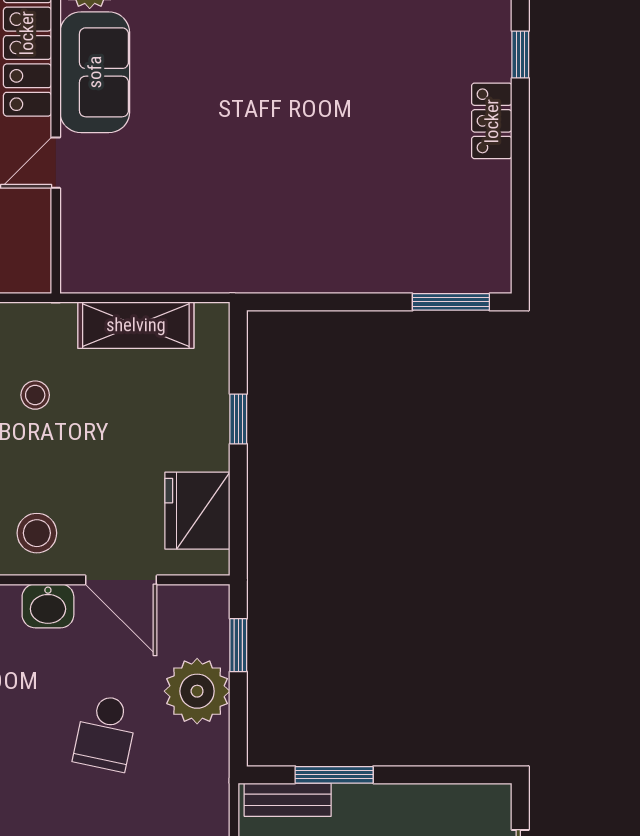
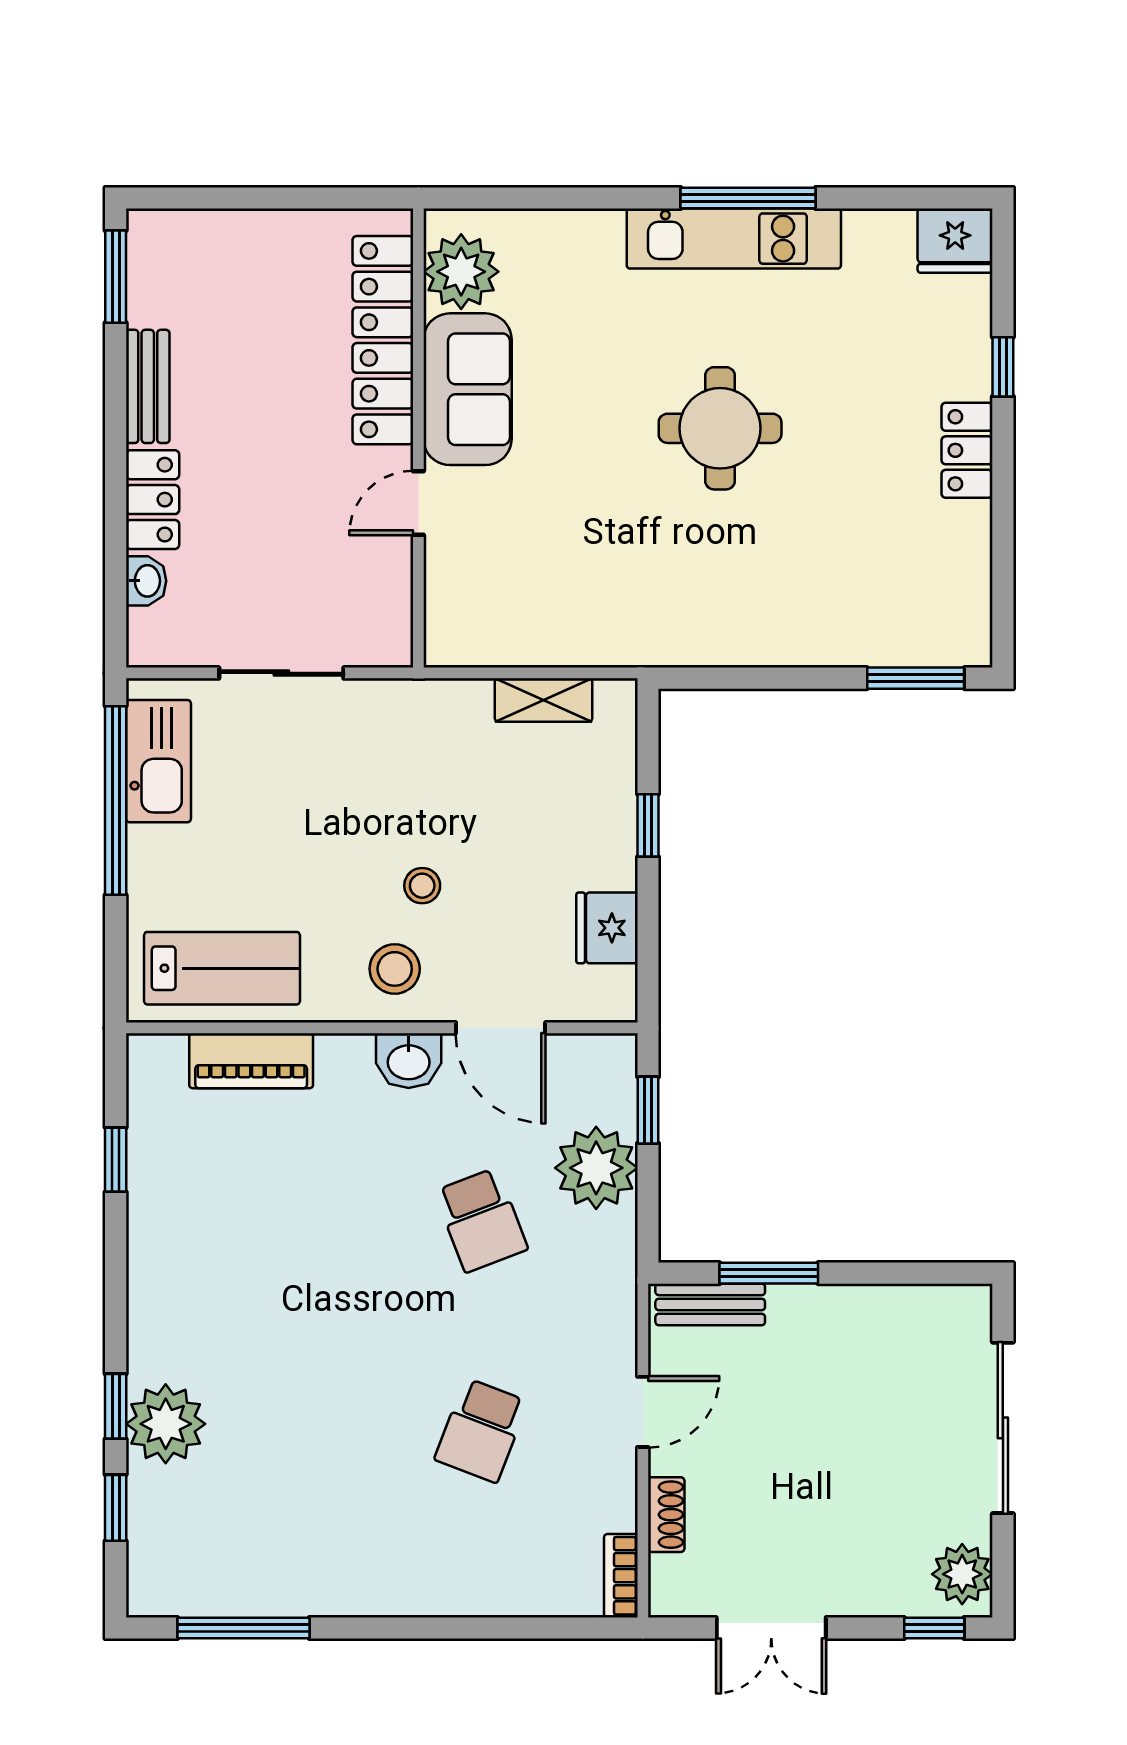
round table: (295, 103) -> (720, 428), added
shelving: (136, 325) -> (543, 700), width x0.67, depth x0.75
stool: (35, 395) -> (422, 886), moved
fridge: (197, 511) -> (607, 928), width x0.73, depth x0.75
school desk: (106, 733) -> (481, 1220), turned -33

